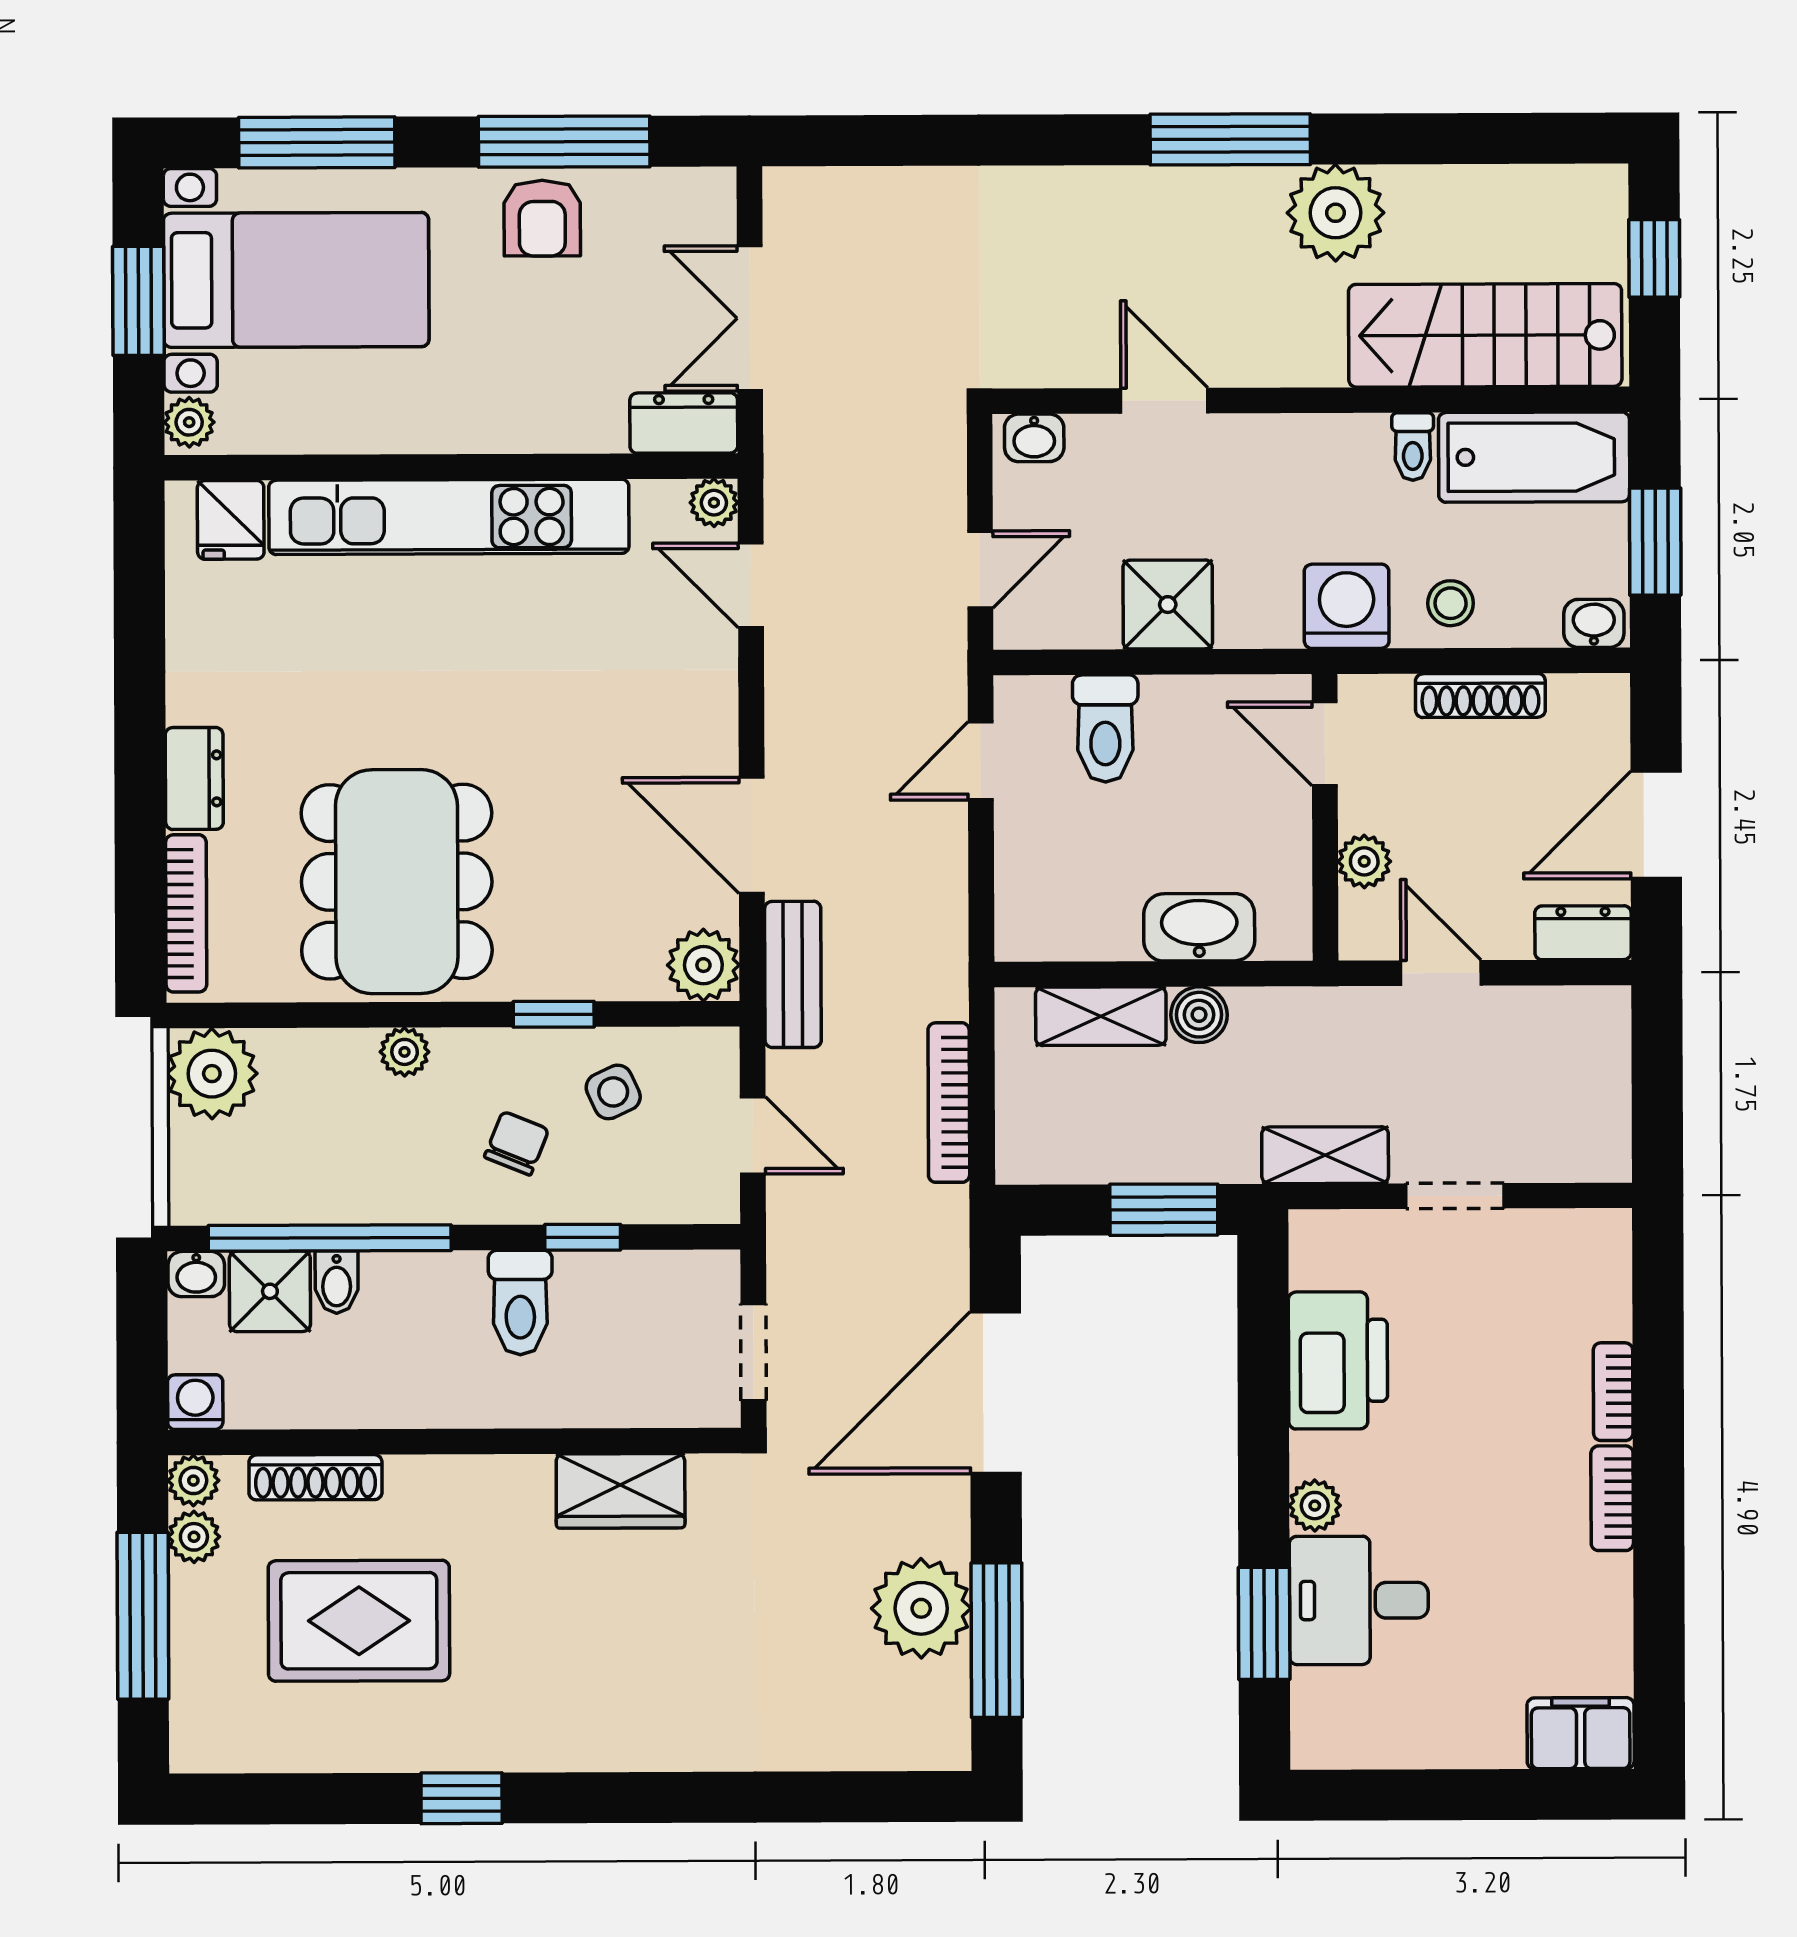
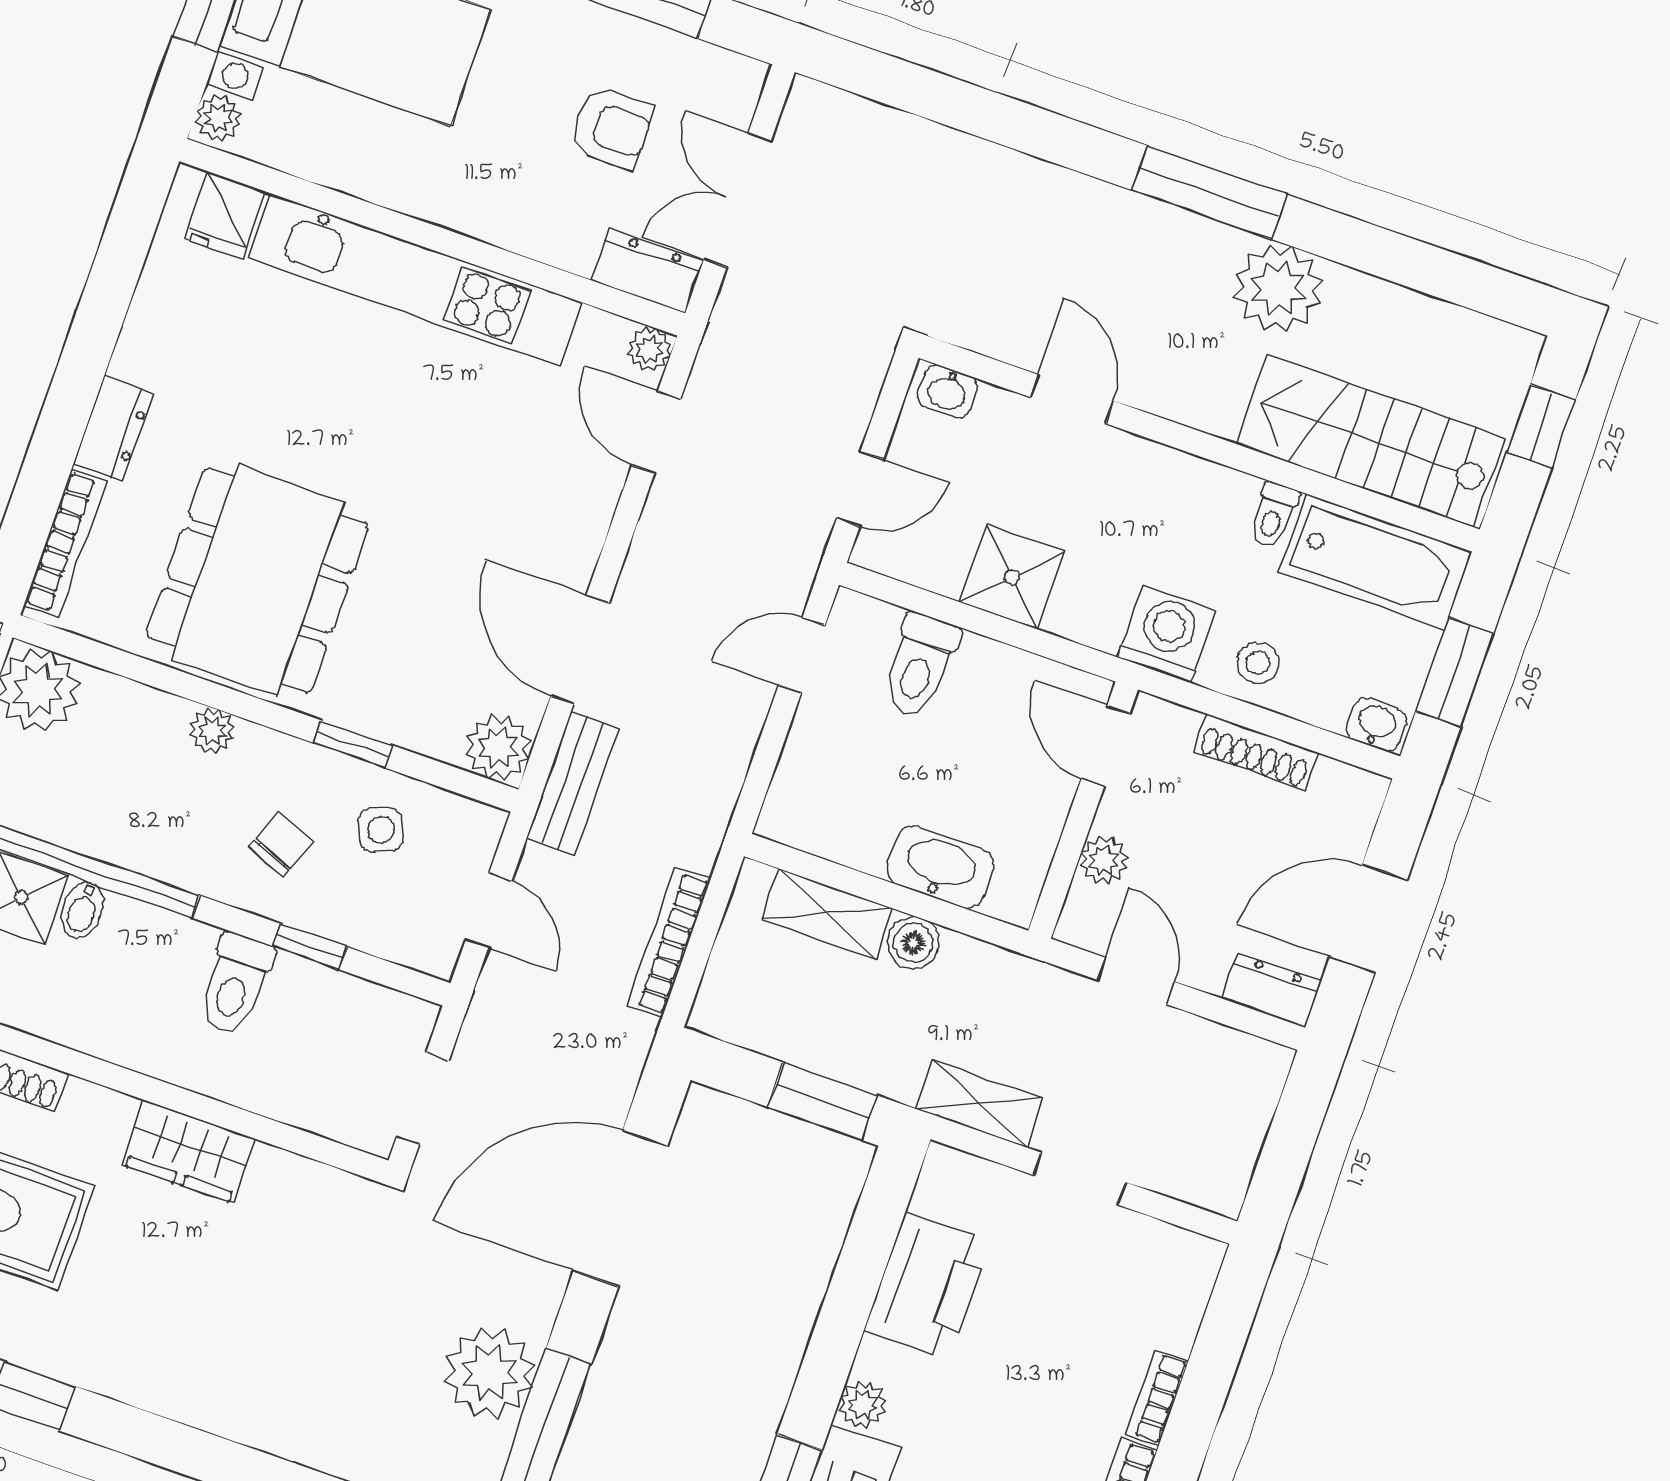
armchair: (542, 218) -> (612, 128), moved, turned -90
wardrobe: (621, 1491) -> (189, 1152), moved

